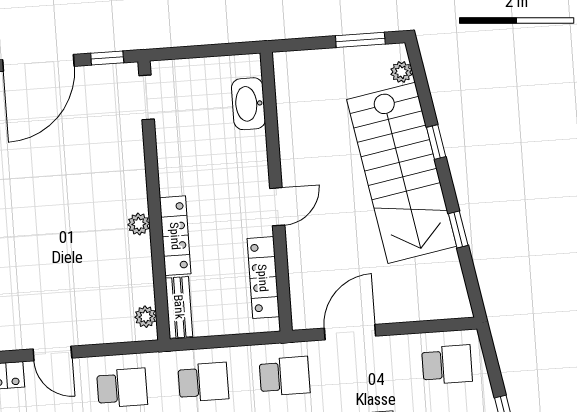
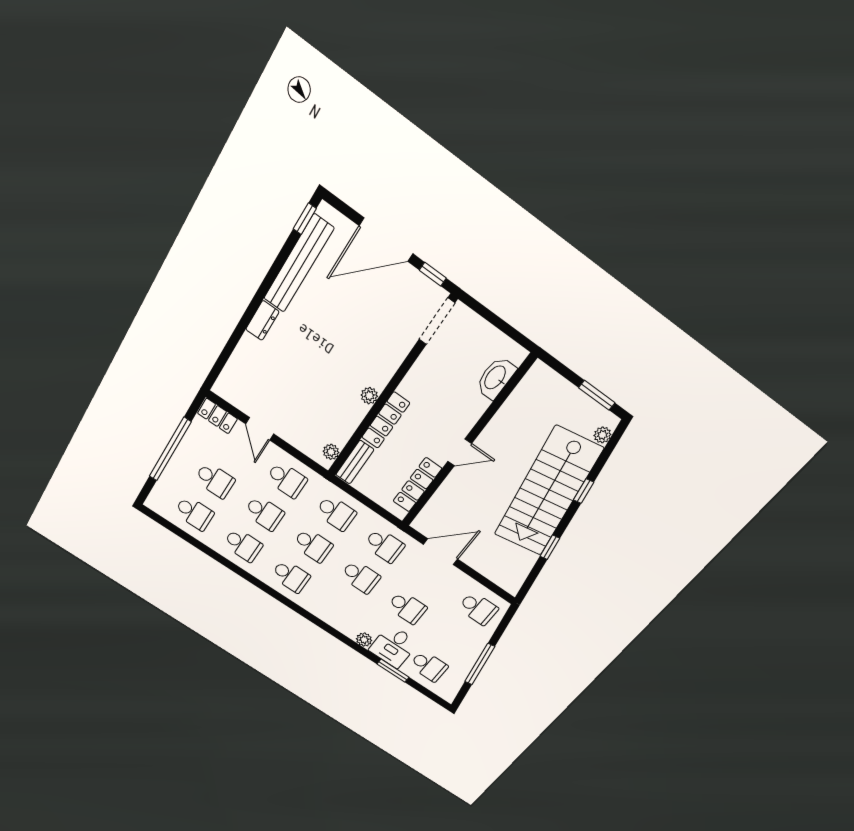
doorway: (147, 97) -> (437, 321), width x1.38

